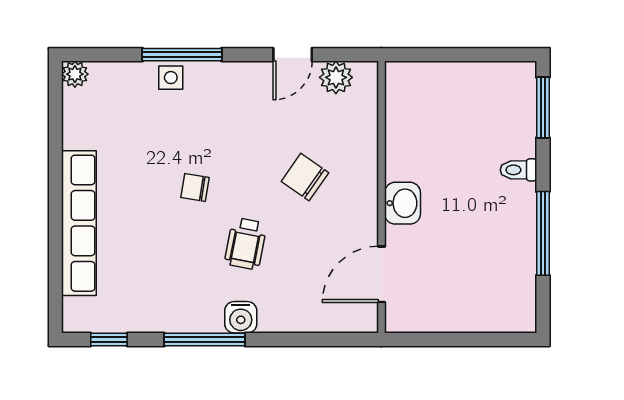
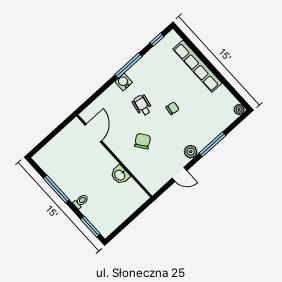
door: (293, 55) -> (179, 174), swing flipped
plant: (336, 77) -> (191, 152), moved
side table: (171, 78) -> (210, 134), removed
chair: (305, 177) -> (143, 141), turned -71
washbasin: (402, 203) -> (120, 175), moved

